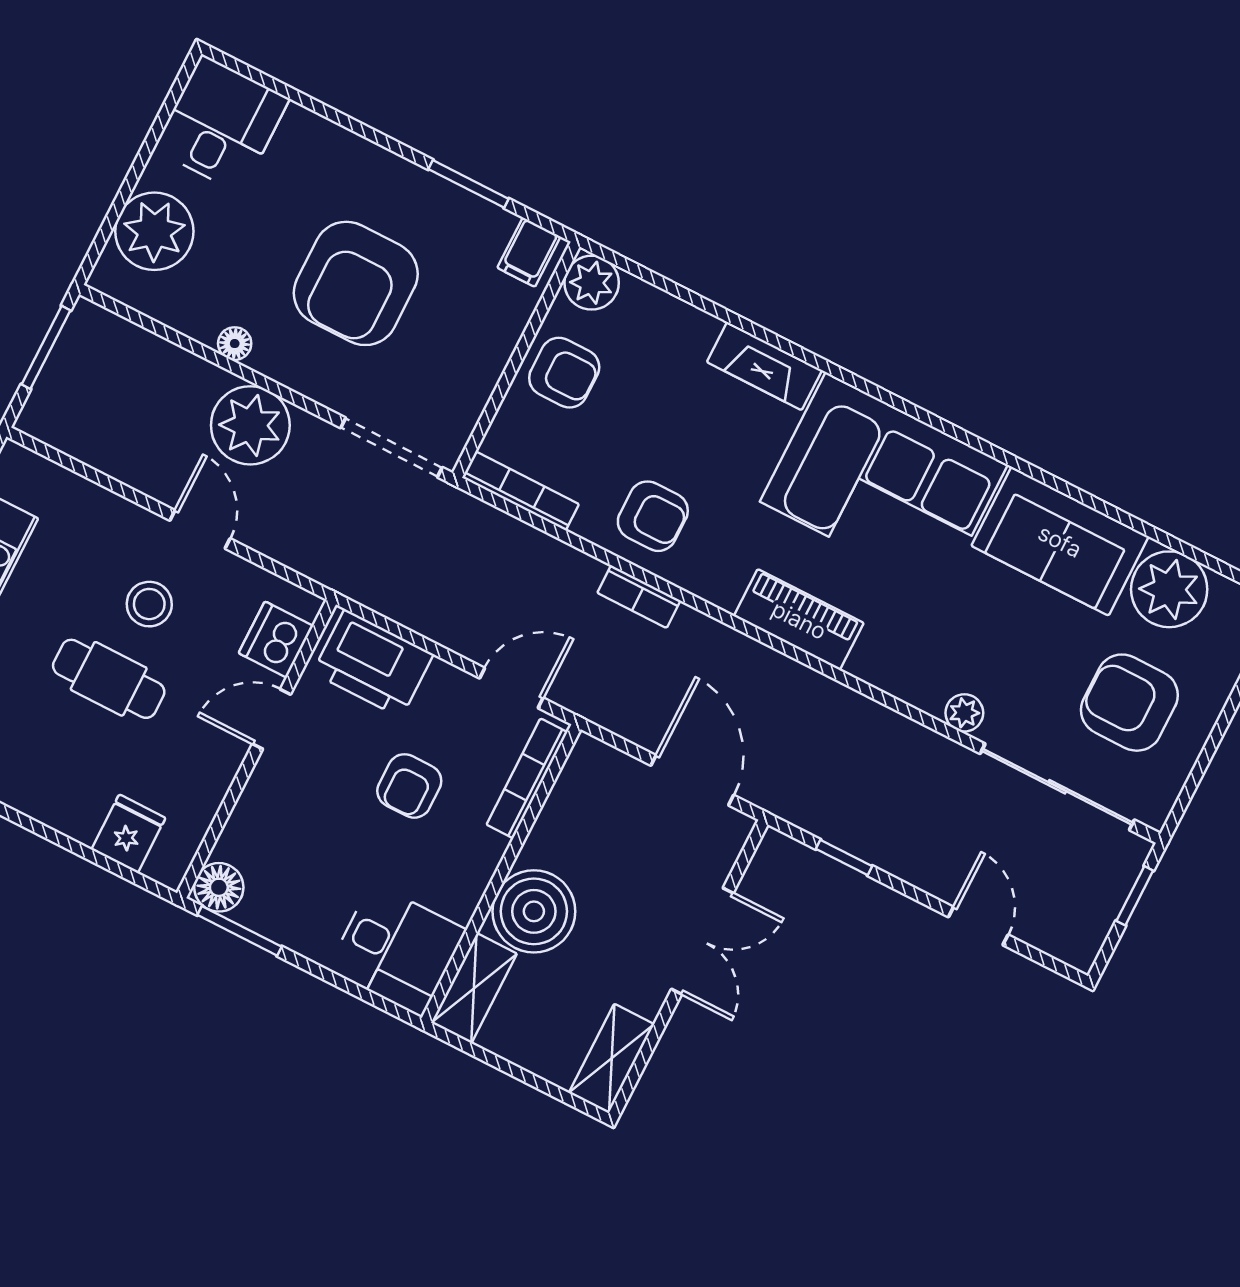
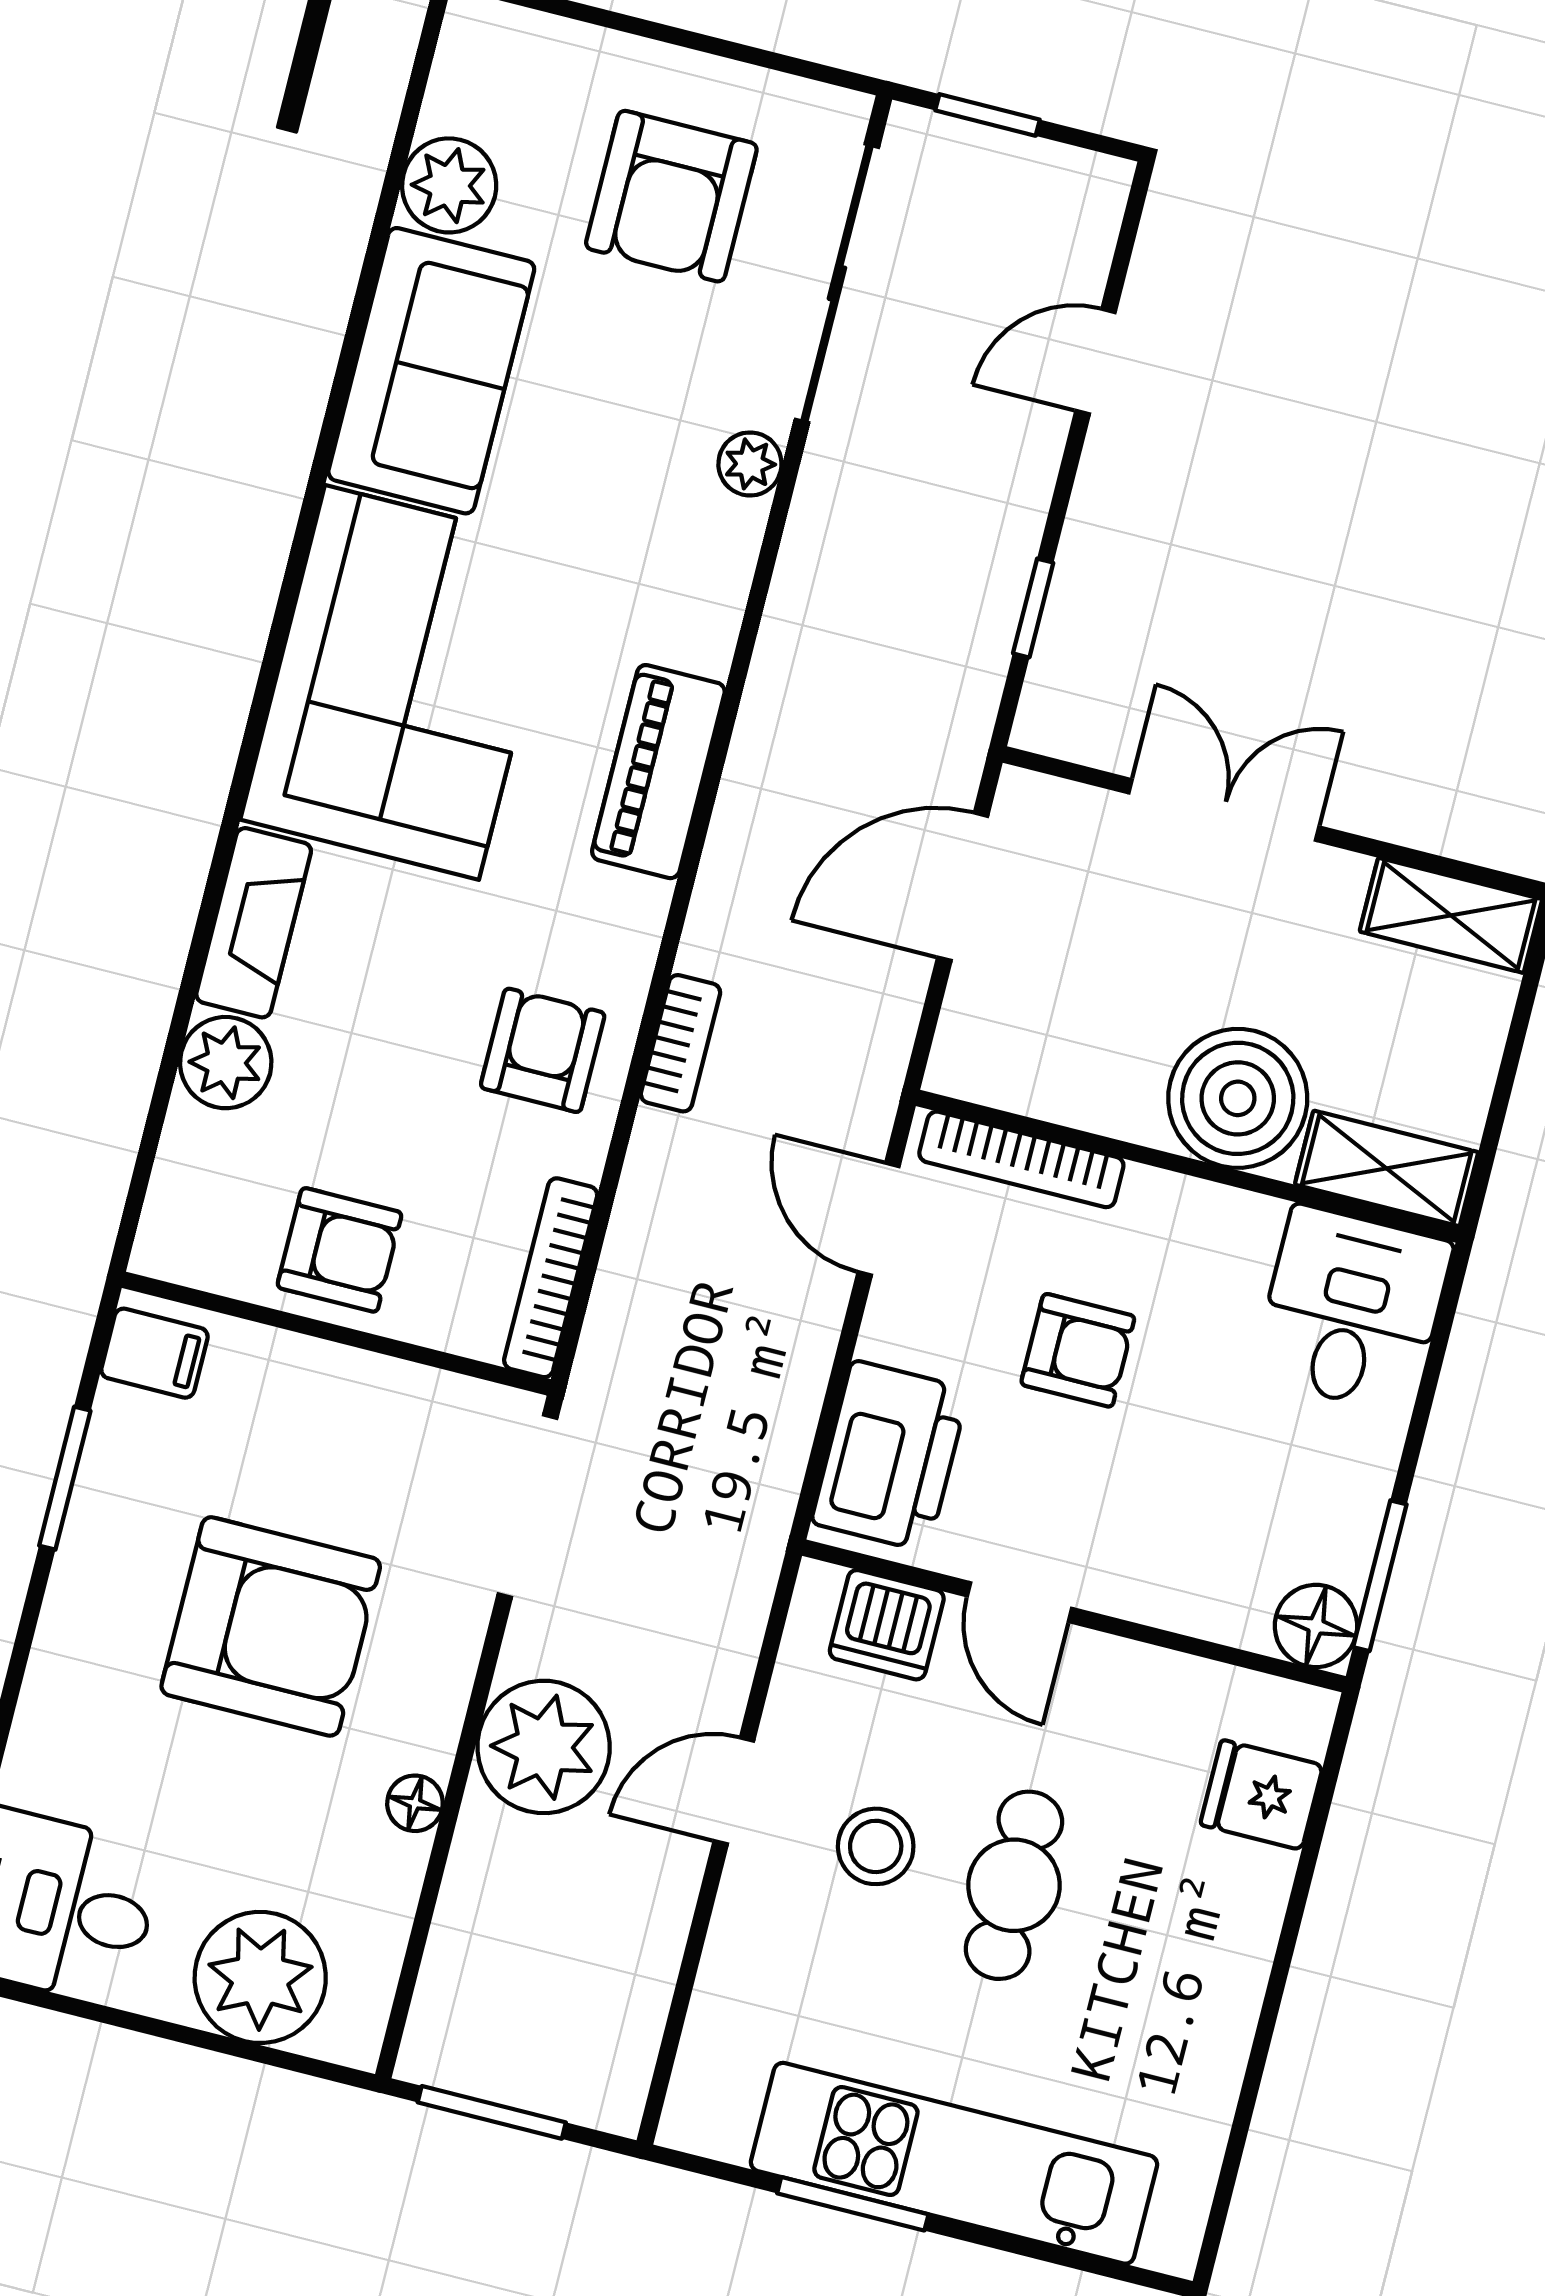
plant: (592, 283) -> (226, 1063), moved
armchair: (564, 373) -> (340, 1250), turned 90
plant: (1169, 589) -> (449, 185), width x0.73, depth x0.73

